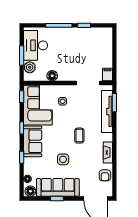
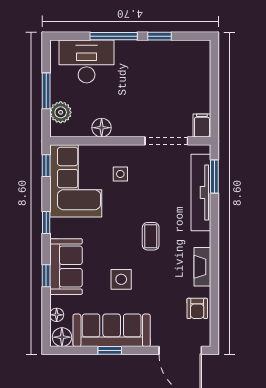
desk: (36, 45) -> (87, 61), moved, turned 90
sofa: (33, 141) -> (66, 267), moved

